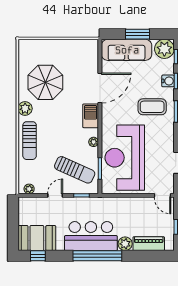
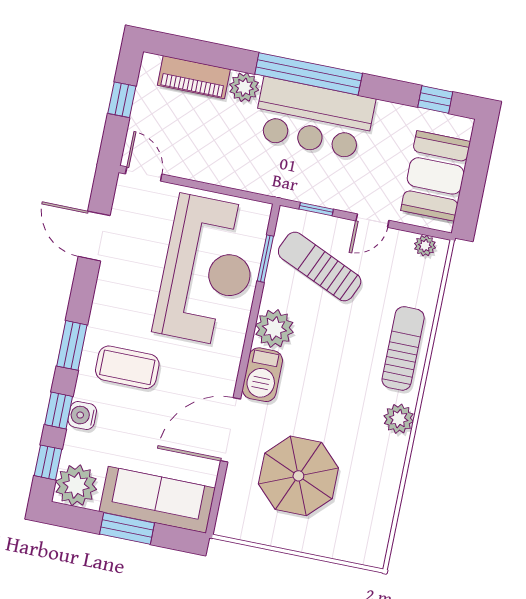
parasol: (45, 82) -> (298, 476), moved
plant: (94, 142) -> (274, 329), width x1.88, depth x1.88
booth: (37, 238) -> (436, 176), moved, turned 90

